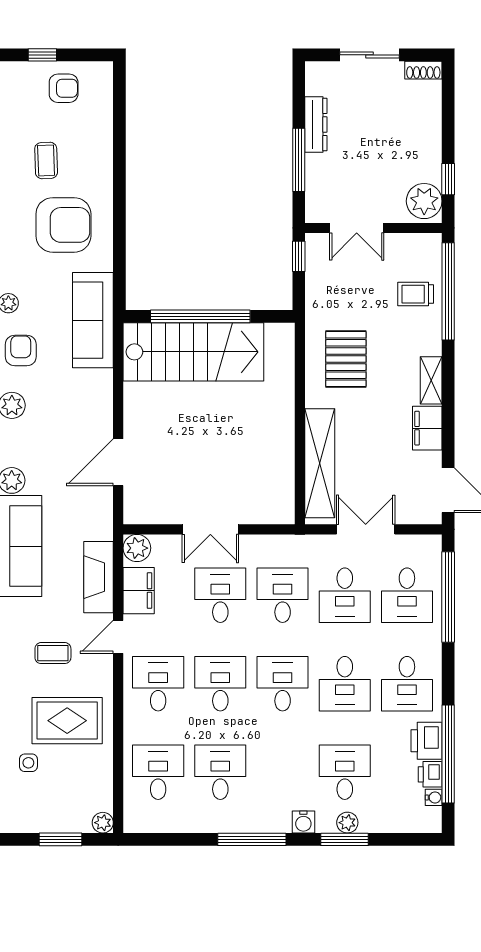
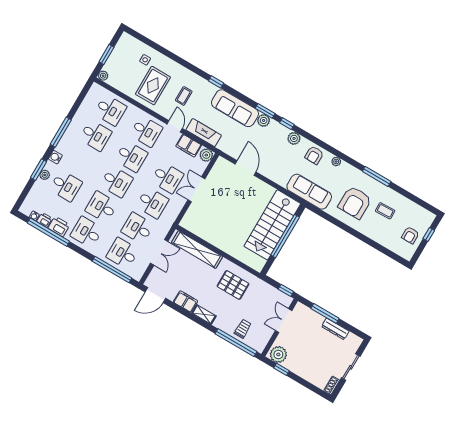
armchair: (21, 351) -> (314, 155), turned 90

